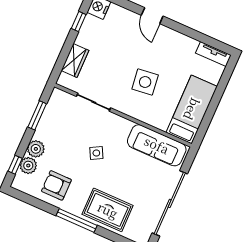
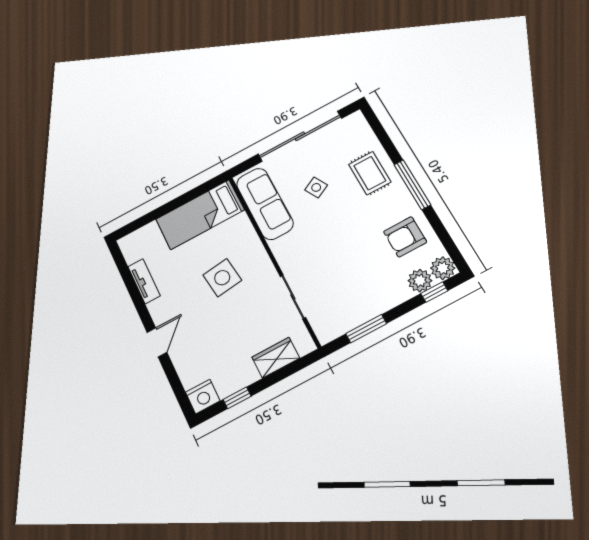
tv unit: (213, 54) -> (144, 281), moved
plant: (36, 149) -> (443, 268), moved
side table: (96, 153) -> (316, 187), moved
armchair: (56, 185) -> (405, 237), turned 90
rug: (108, 210) -> (370, 173), width x0.73, depth x0.70

